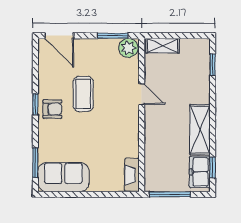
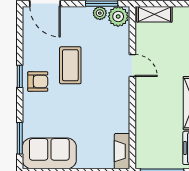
plant: (111, 45) -> (100, 13), added

